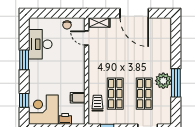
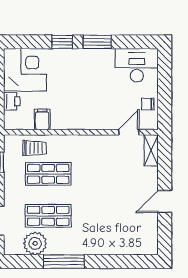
door: (134, 13) -> (165, 201), width x0.53
desk: (40, 44) -> (137, 65), moved
plant: (163, 81) -> (35, 243), moved
window: (24, 100) -> (62, 42), moved

